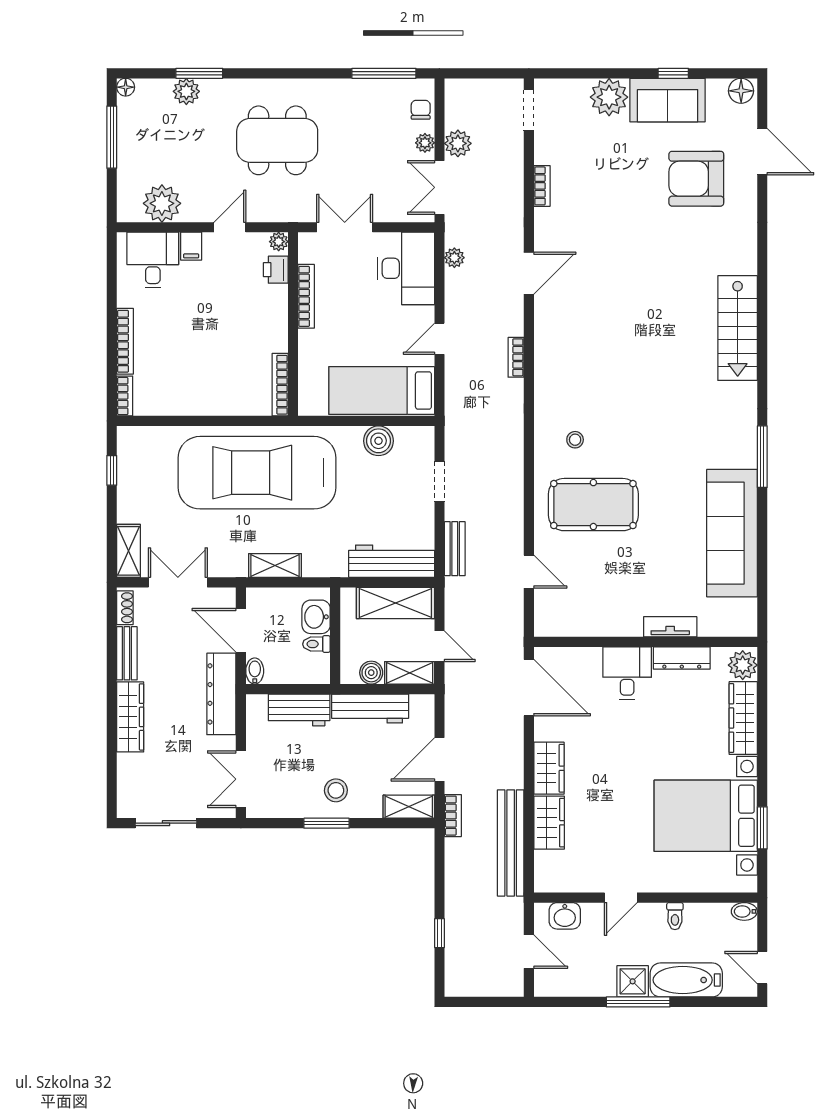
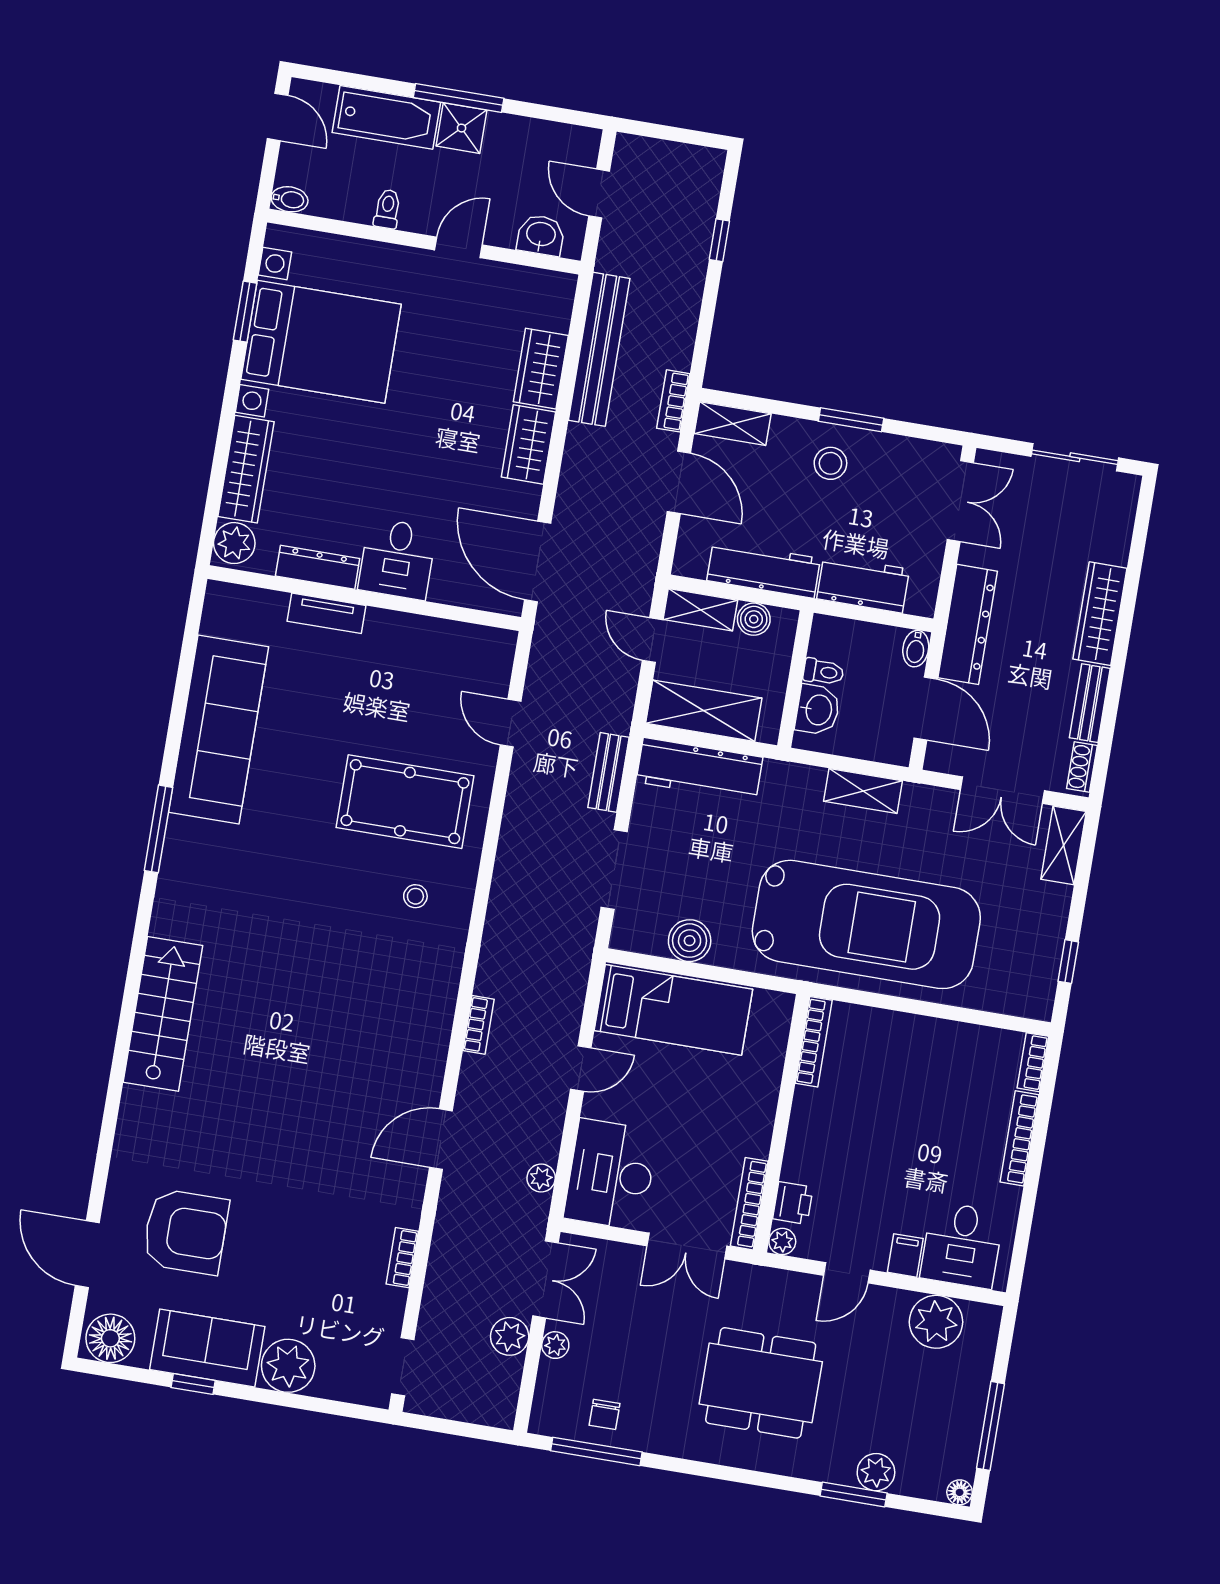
floor lamp: (741, 91) -> (110, 1338), width x1.38, depth x1.38
chair: (421, 110) -> (604, 1414), moved
bookcase: (306, 296) -> (749, 1204), moved
doorway: (439, 482) -> (614, 870), width x1.38
door: (439, 759) -> (679, 482), hinge flipped

